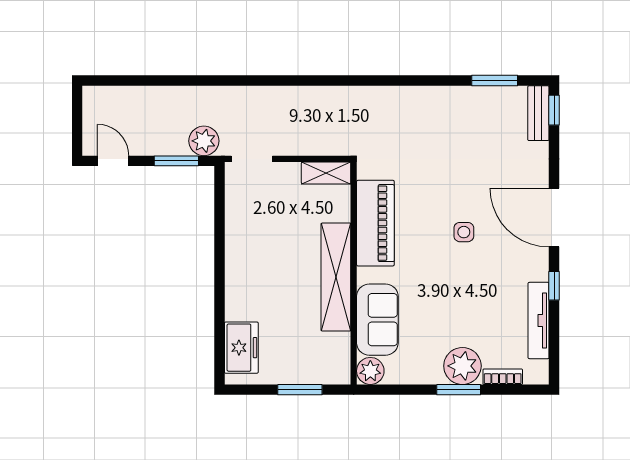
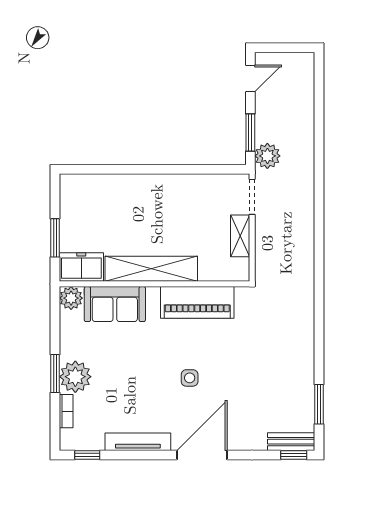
shelving: (326, 173) -> (240, 236), moved
window: (554, 286) -> (87, 455), moved
tv unit: (539, 321) -> (138, 442), moved
freezer: (241, 348) -> (81, 267), moved, turned 180

